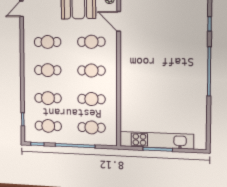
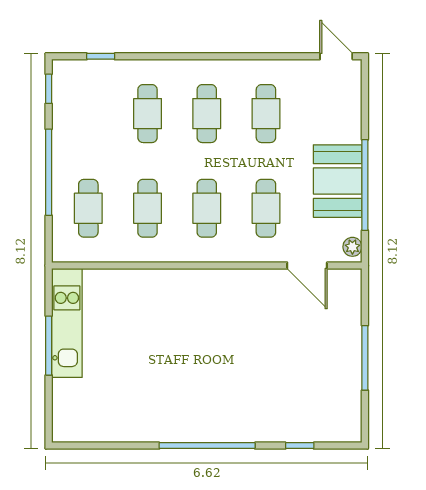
door: (119, 21) -> (307, 266), swing flipped
cafe table: (48, 126) -> (88, 114), removed
kitchen unit: (156, 140) -> (67, 323), width x0.73

